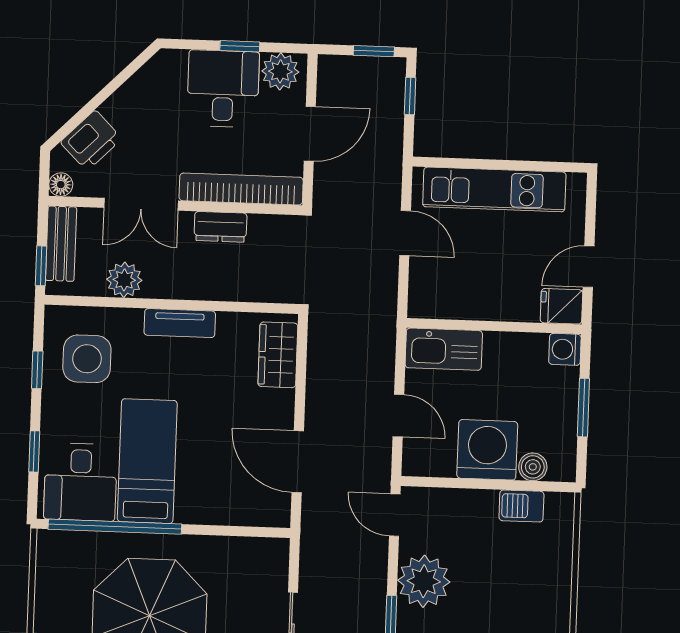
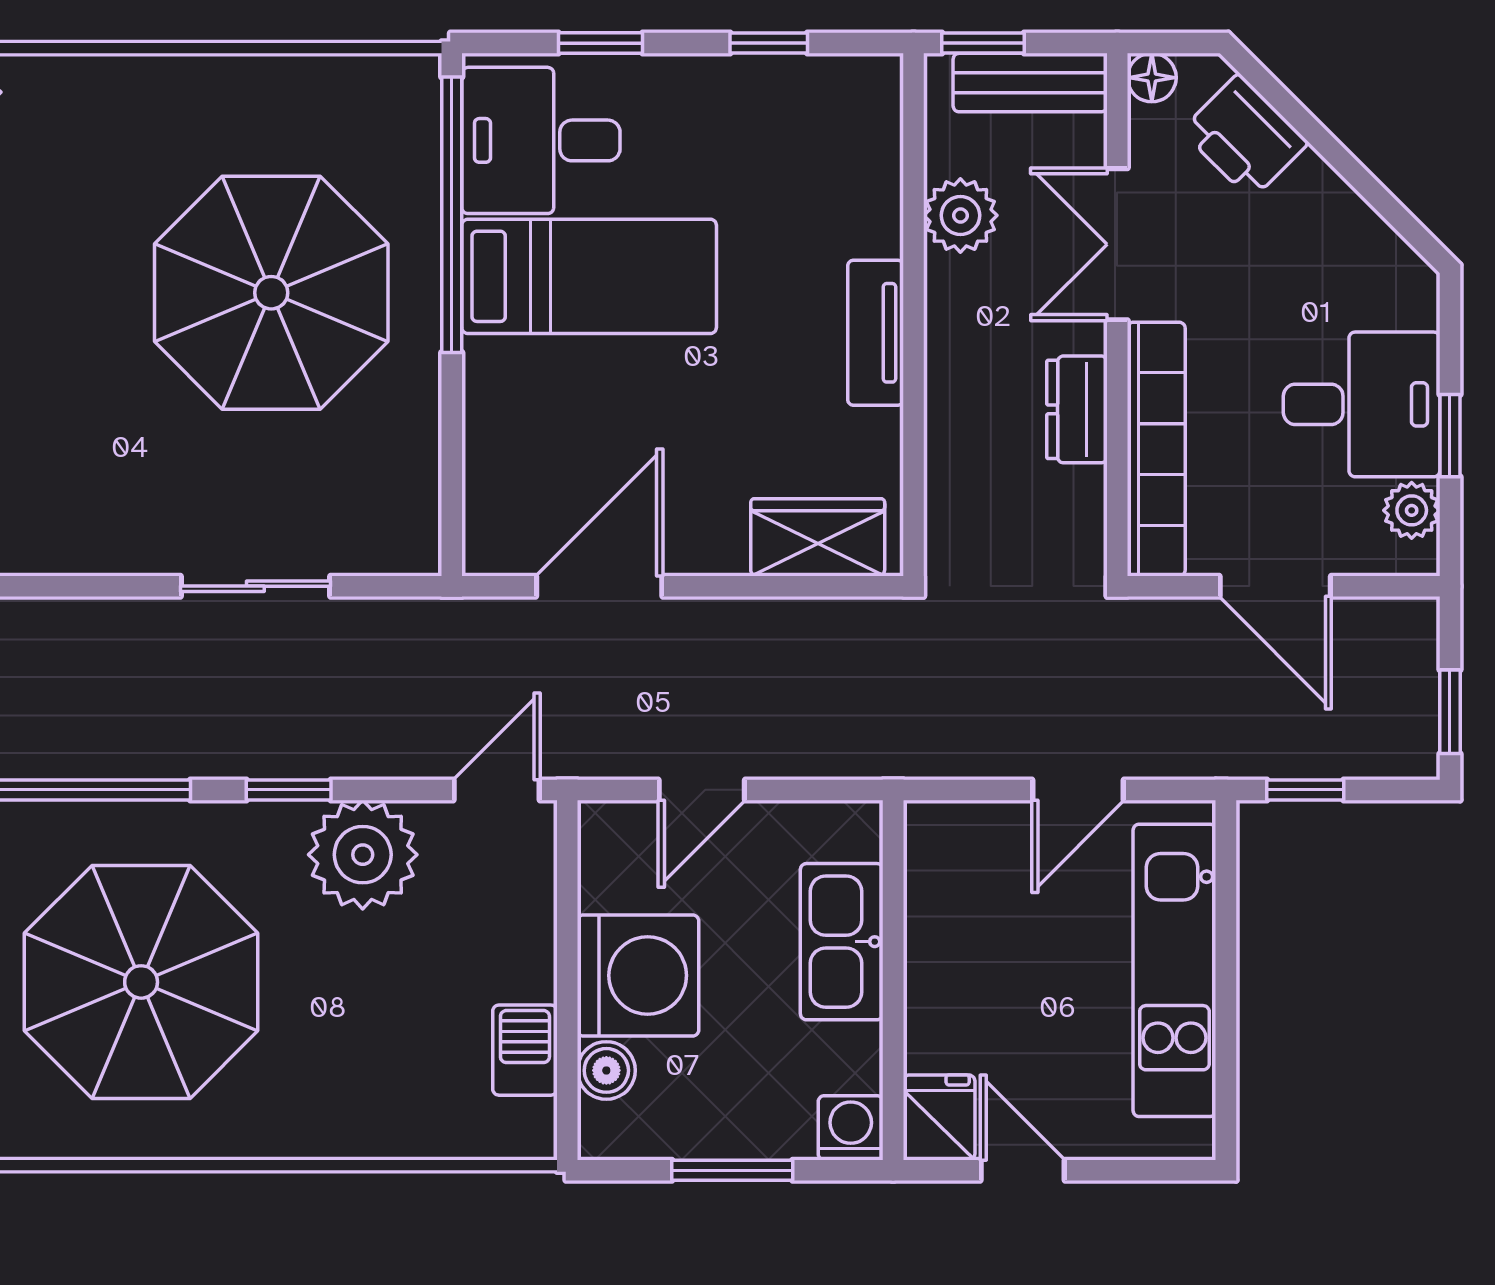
plant: (280, 71) -> (1412, 510), width x0.73, depth x0.73
window: (410, 96) -> (1305, 790), moved
kitchen sink: (444, 349) -> (842, 942), moved
side table: (87, 359) -> (795, 145), removed

